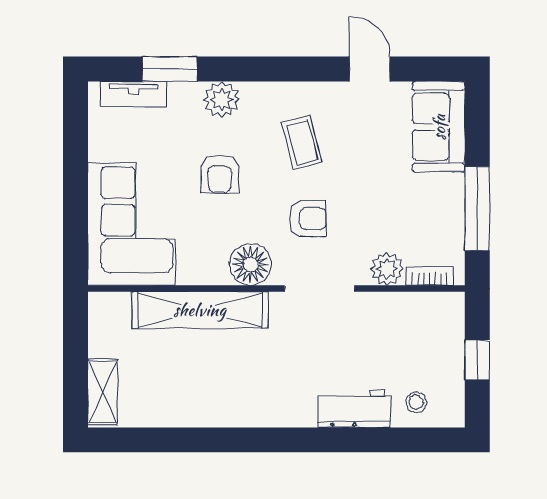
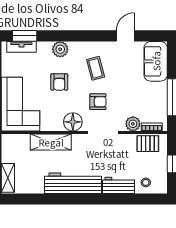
window: (170, 69) -> (25, 36), moved
door: (370, 69) -> (125, 36), hinge flipped
shelving: (200, 310) -> (51, 142), width x0.68
pallet: (421, 314) -> (148, 144), added
workbench: (251, 404) -> (73, 183), added

